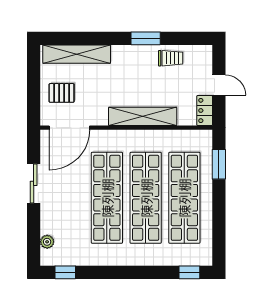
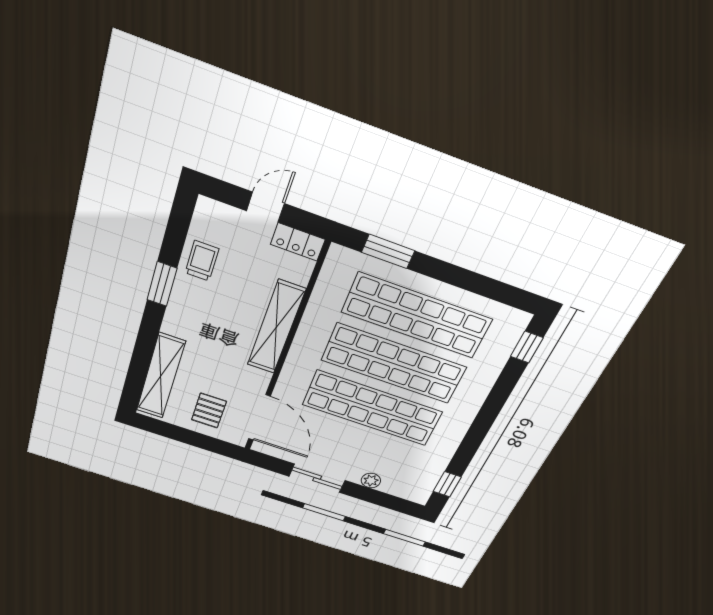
plant: (47, 242) -> (371, 480), moved

